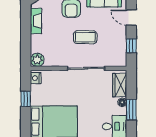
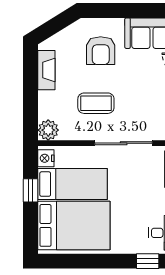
coffee table: (85, 37) -> (96, 103), moved
bed: (53, 95) -> (73, 184), added

